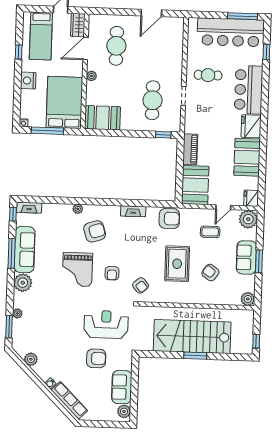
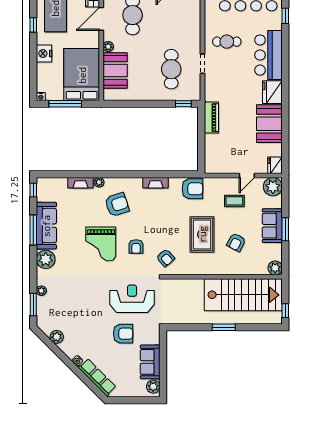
booth: (102, 118) -> (115, 71), moved, turned 90
booth: (195, 185) -> (218, 154), removed
fireplace: (29, 208) -> (80, 183), moved
armchair: (210, 273) -> (236, 242), turned -98
stairs: (192, 337) -> (243, 295), moved, turned 180

